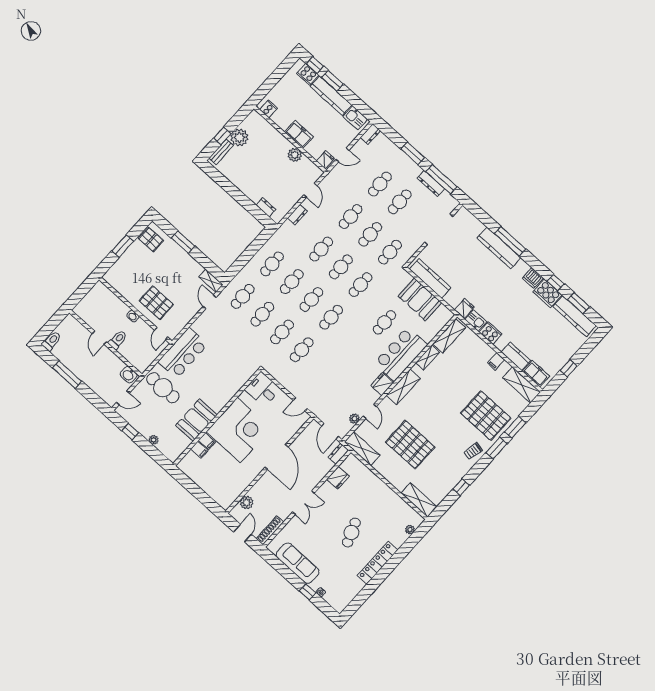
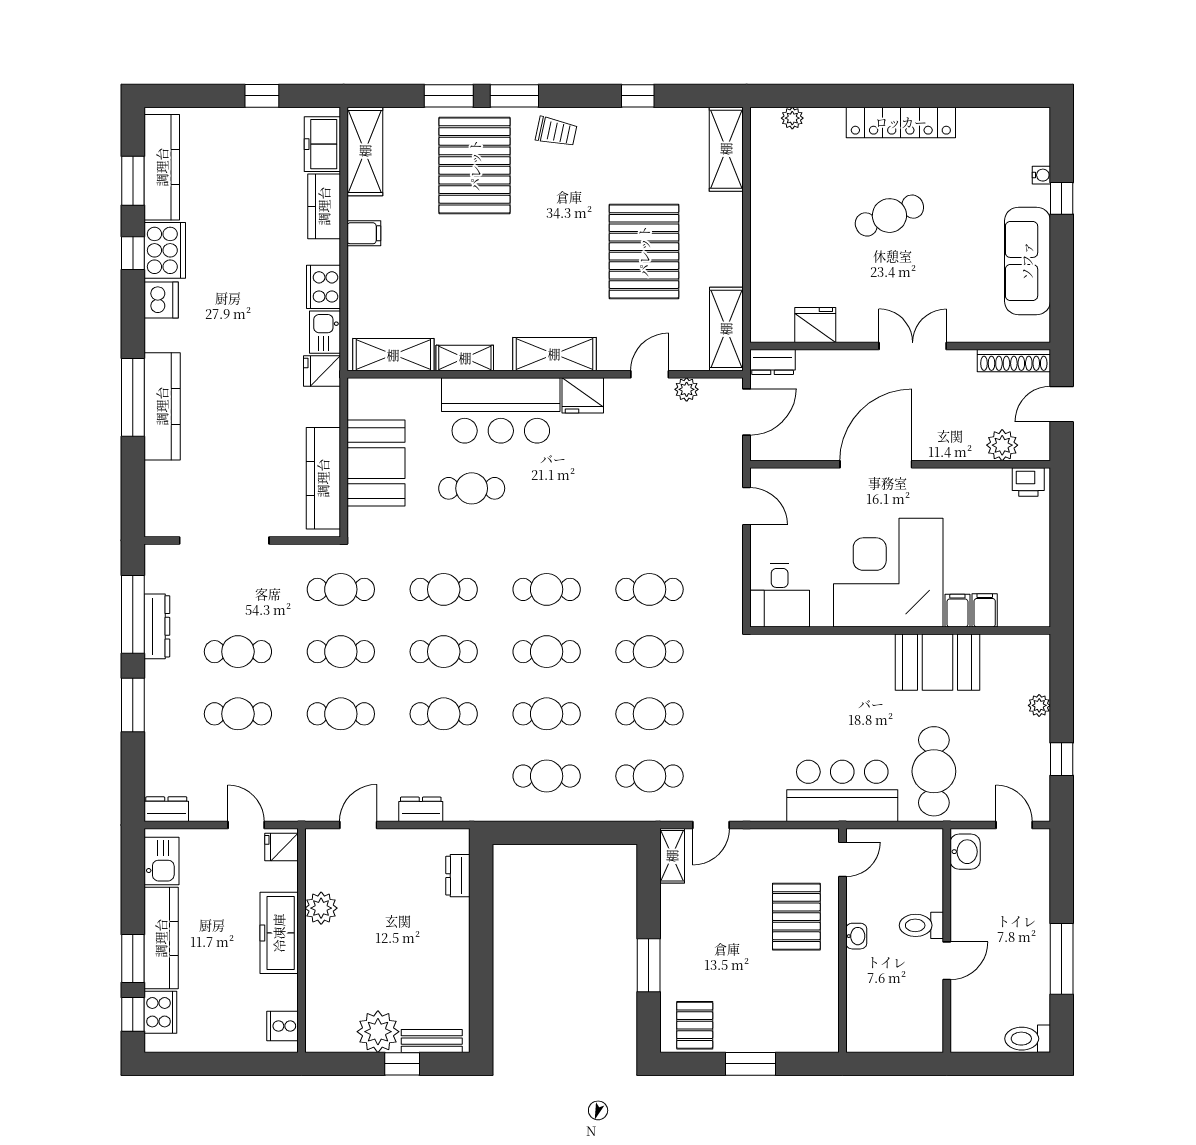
freezer: (299, 134) -> (279, 933), width x1.40
printer: (227, 500) -> (1028, 482), added

